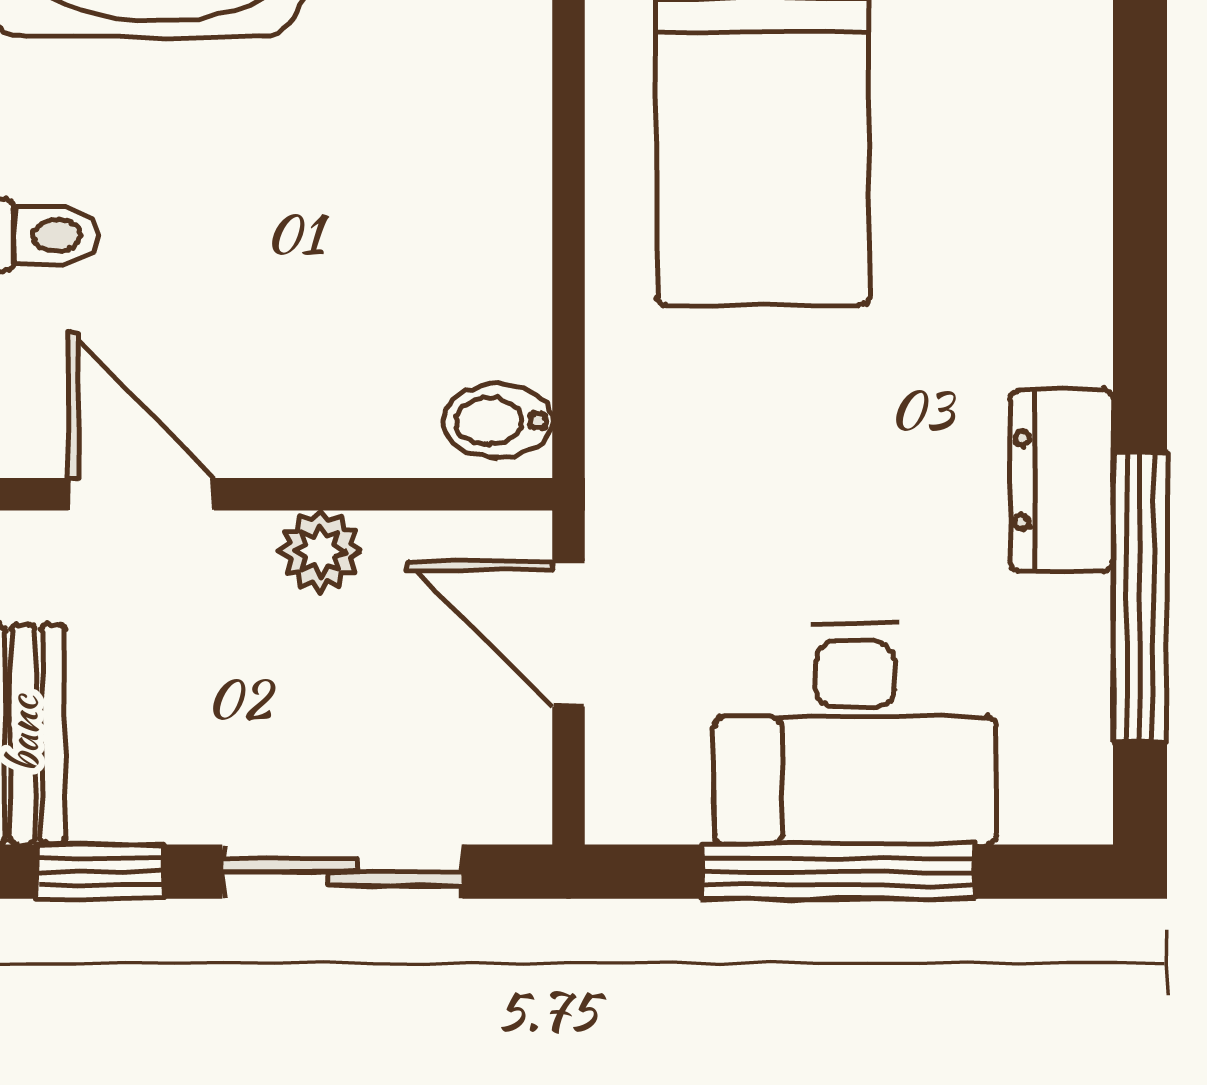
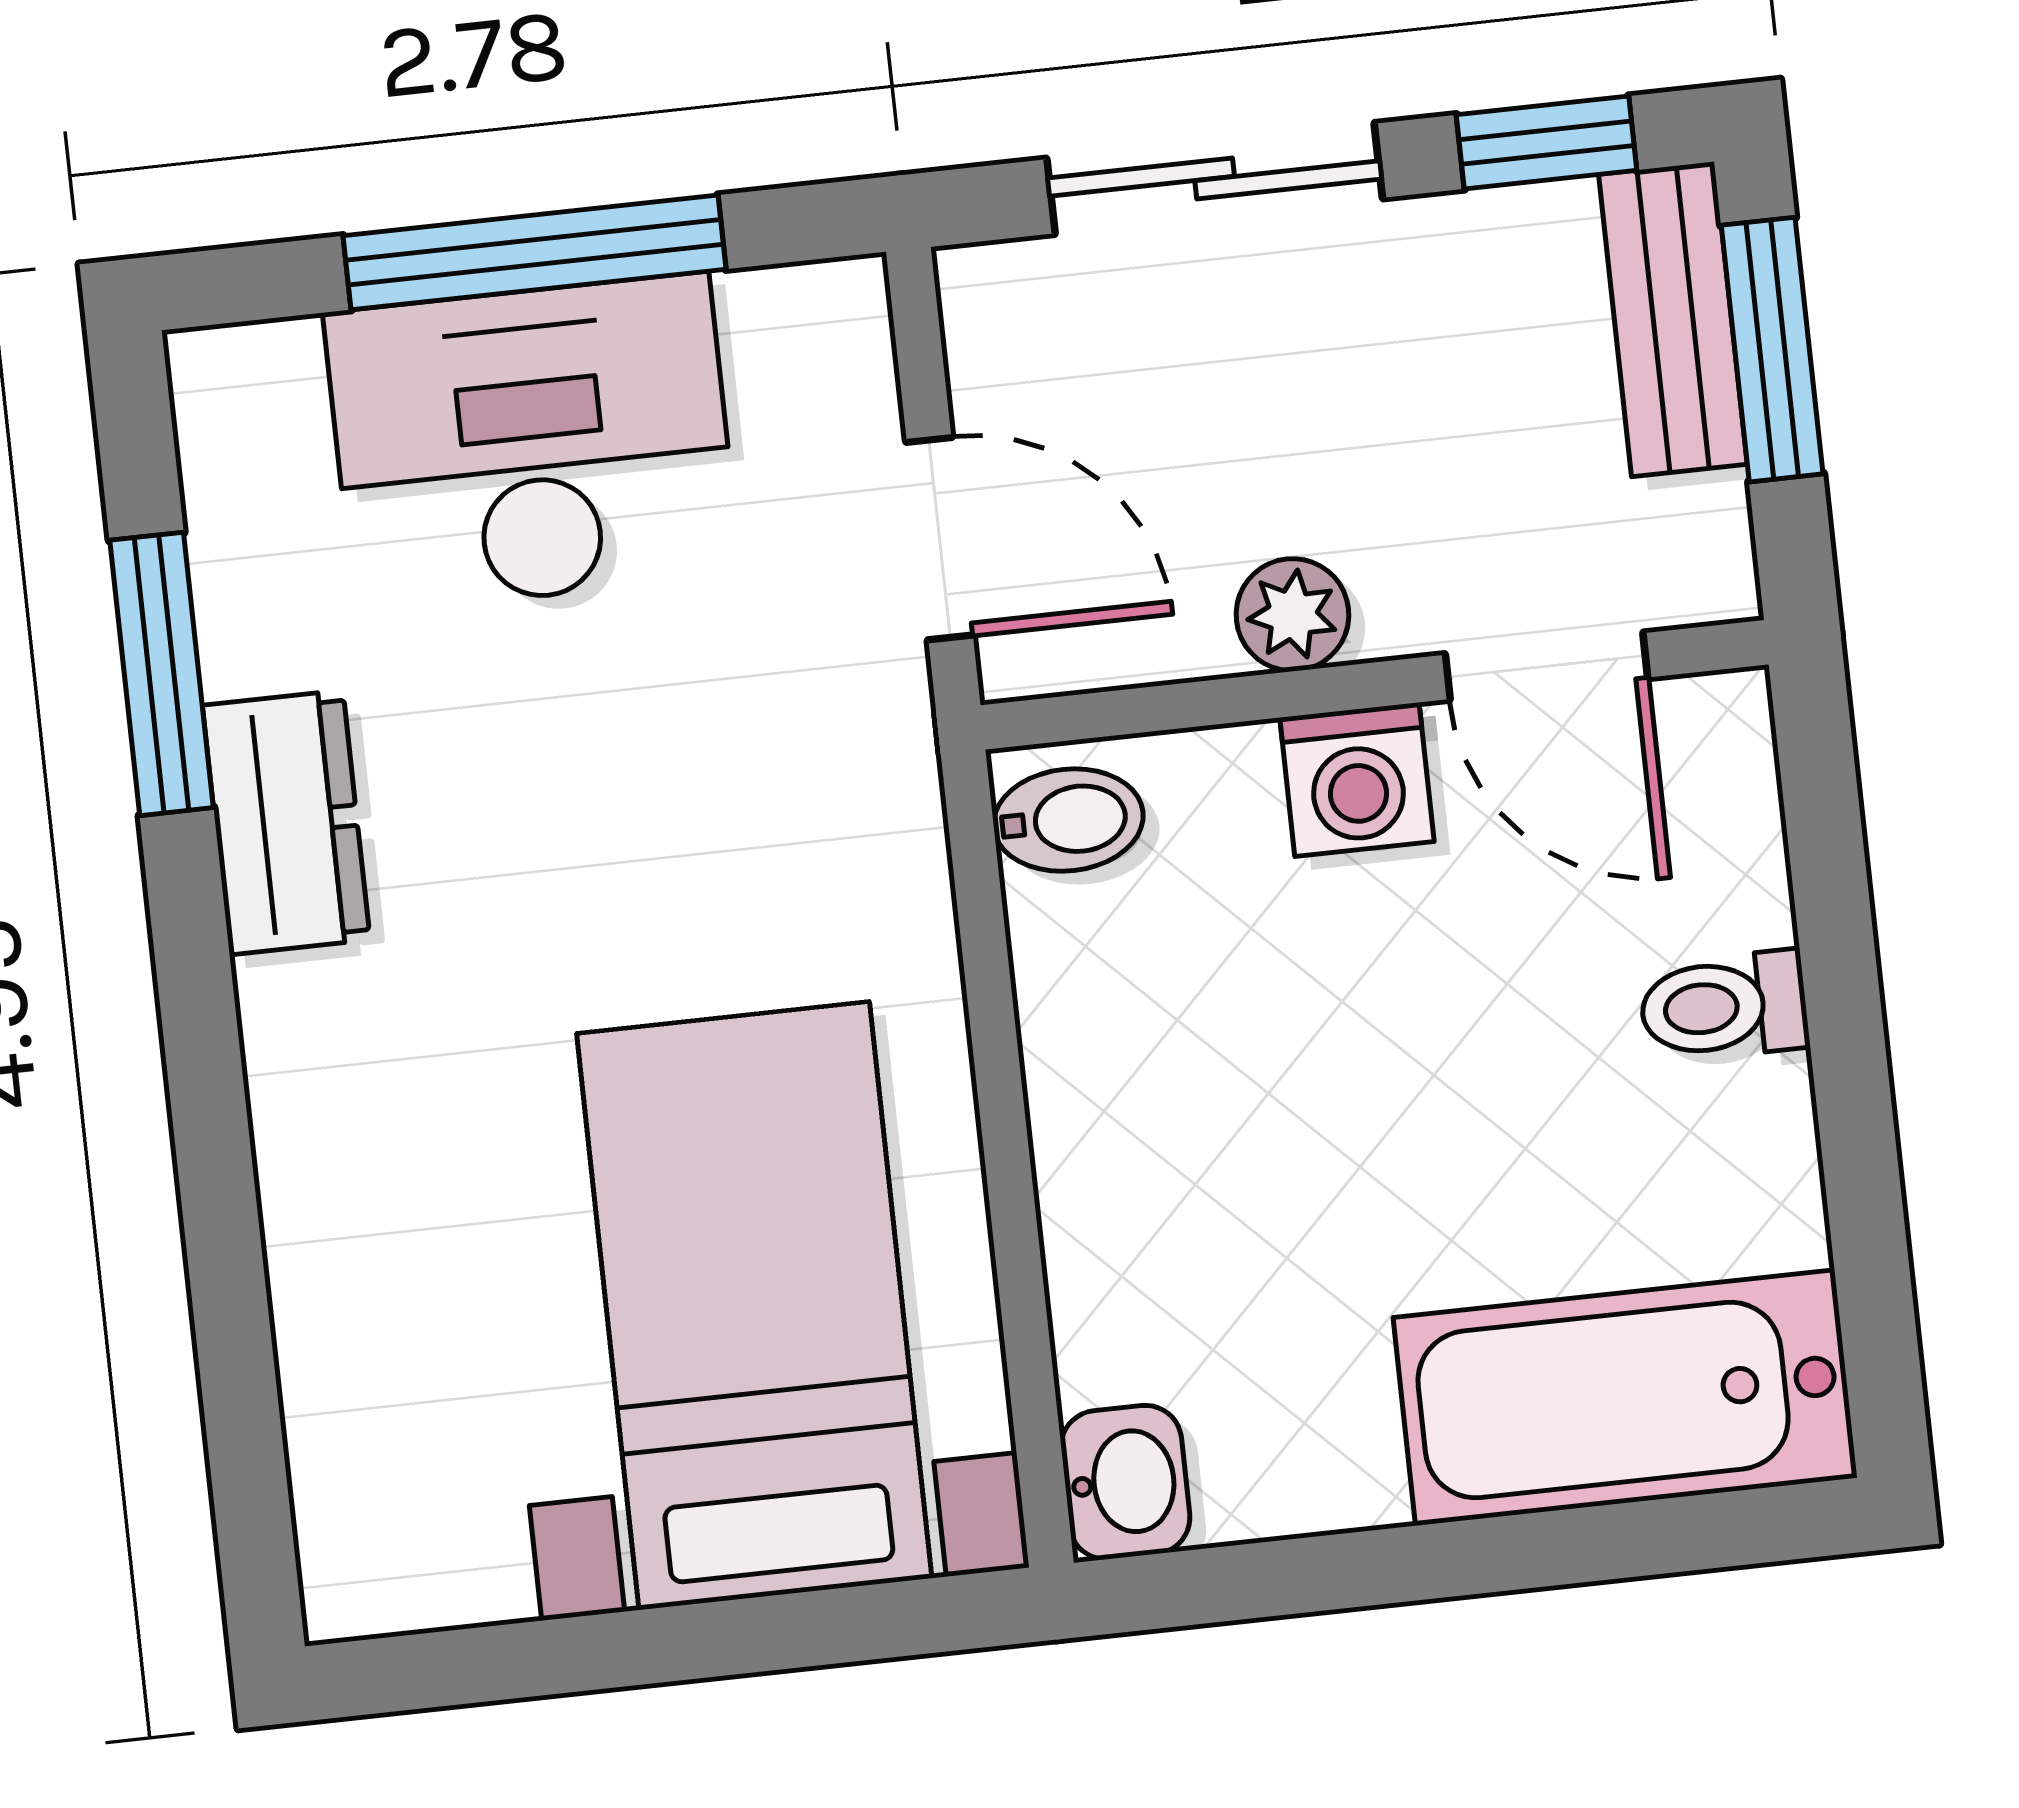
washing machine: (287, 427) -> (1357, 780), added
window: (1140, 597) -> (162, 674), width x0.69

